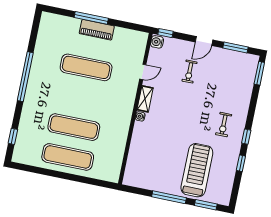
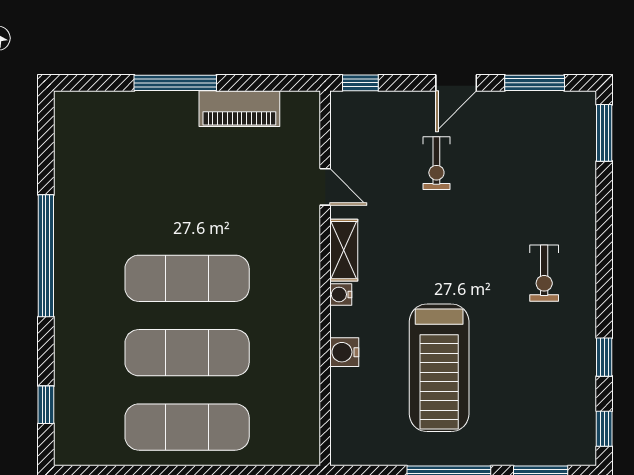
piano: (97, 30) -> (239, 109), moved
water cooler: (157, 42) -> (344, 352), moved
exercise mat: (86, 67) -> (187, 278), moved
door: (143, 72) -> (325, 187), hinge flipped
window: (246, 137) -> (604, 429), moved
treadmill: (197, 170) -> (439, 368), moved, turned 180

